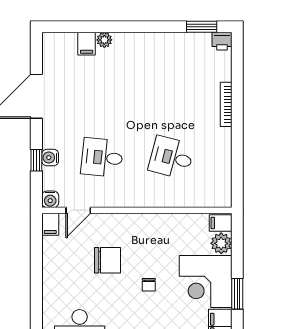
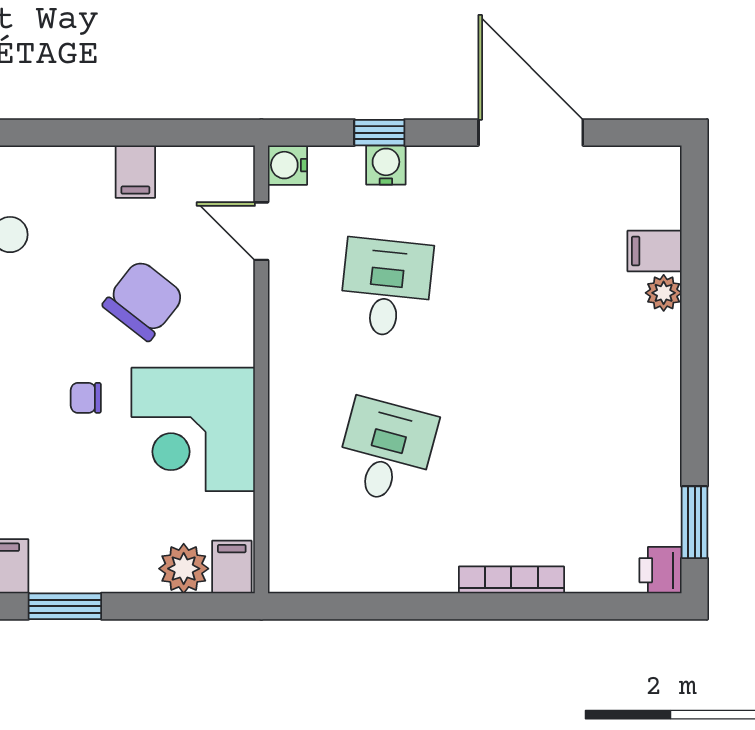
filing cabinet: (50, 224) -> (135, 172), moved, turned -90
chair: (107, 260) -> (144, 300), turned -142
corner desk: (206, 282) -> (193, 429), moved, turned -90

